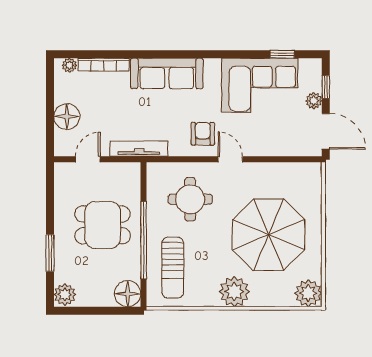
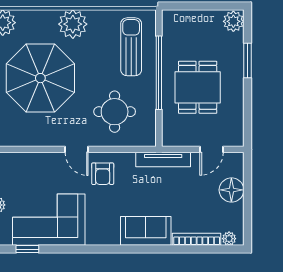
sofa: (167, 73) -> (146, 231), width x0.73
dining table: (103, 225) -> (198, 87), turned 90
floor lamp: (128, 294) -> (174, 22), removed

